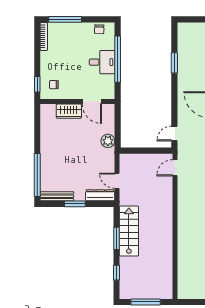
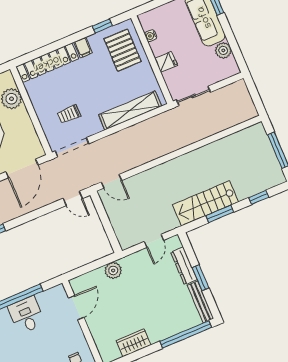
wardrobe: (69, 111) -> (134, 343), moved, turned -90
dresser: (100, 195) -> (184, 266), moved

